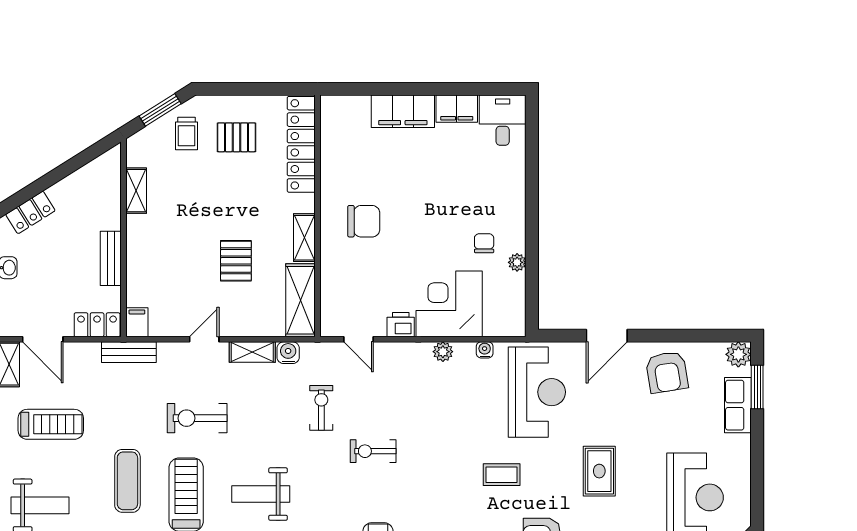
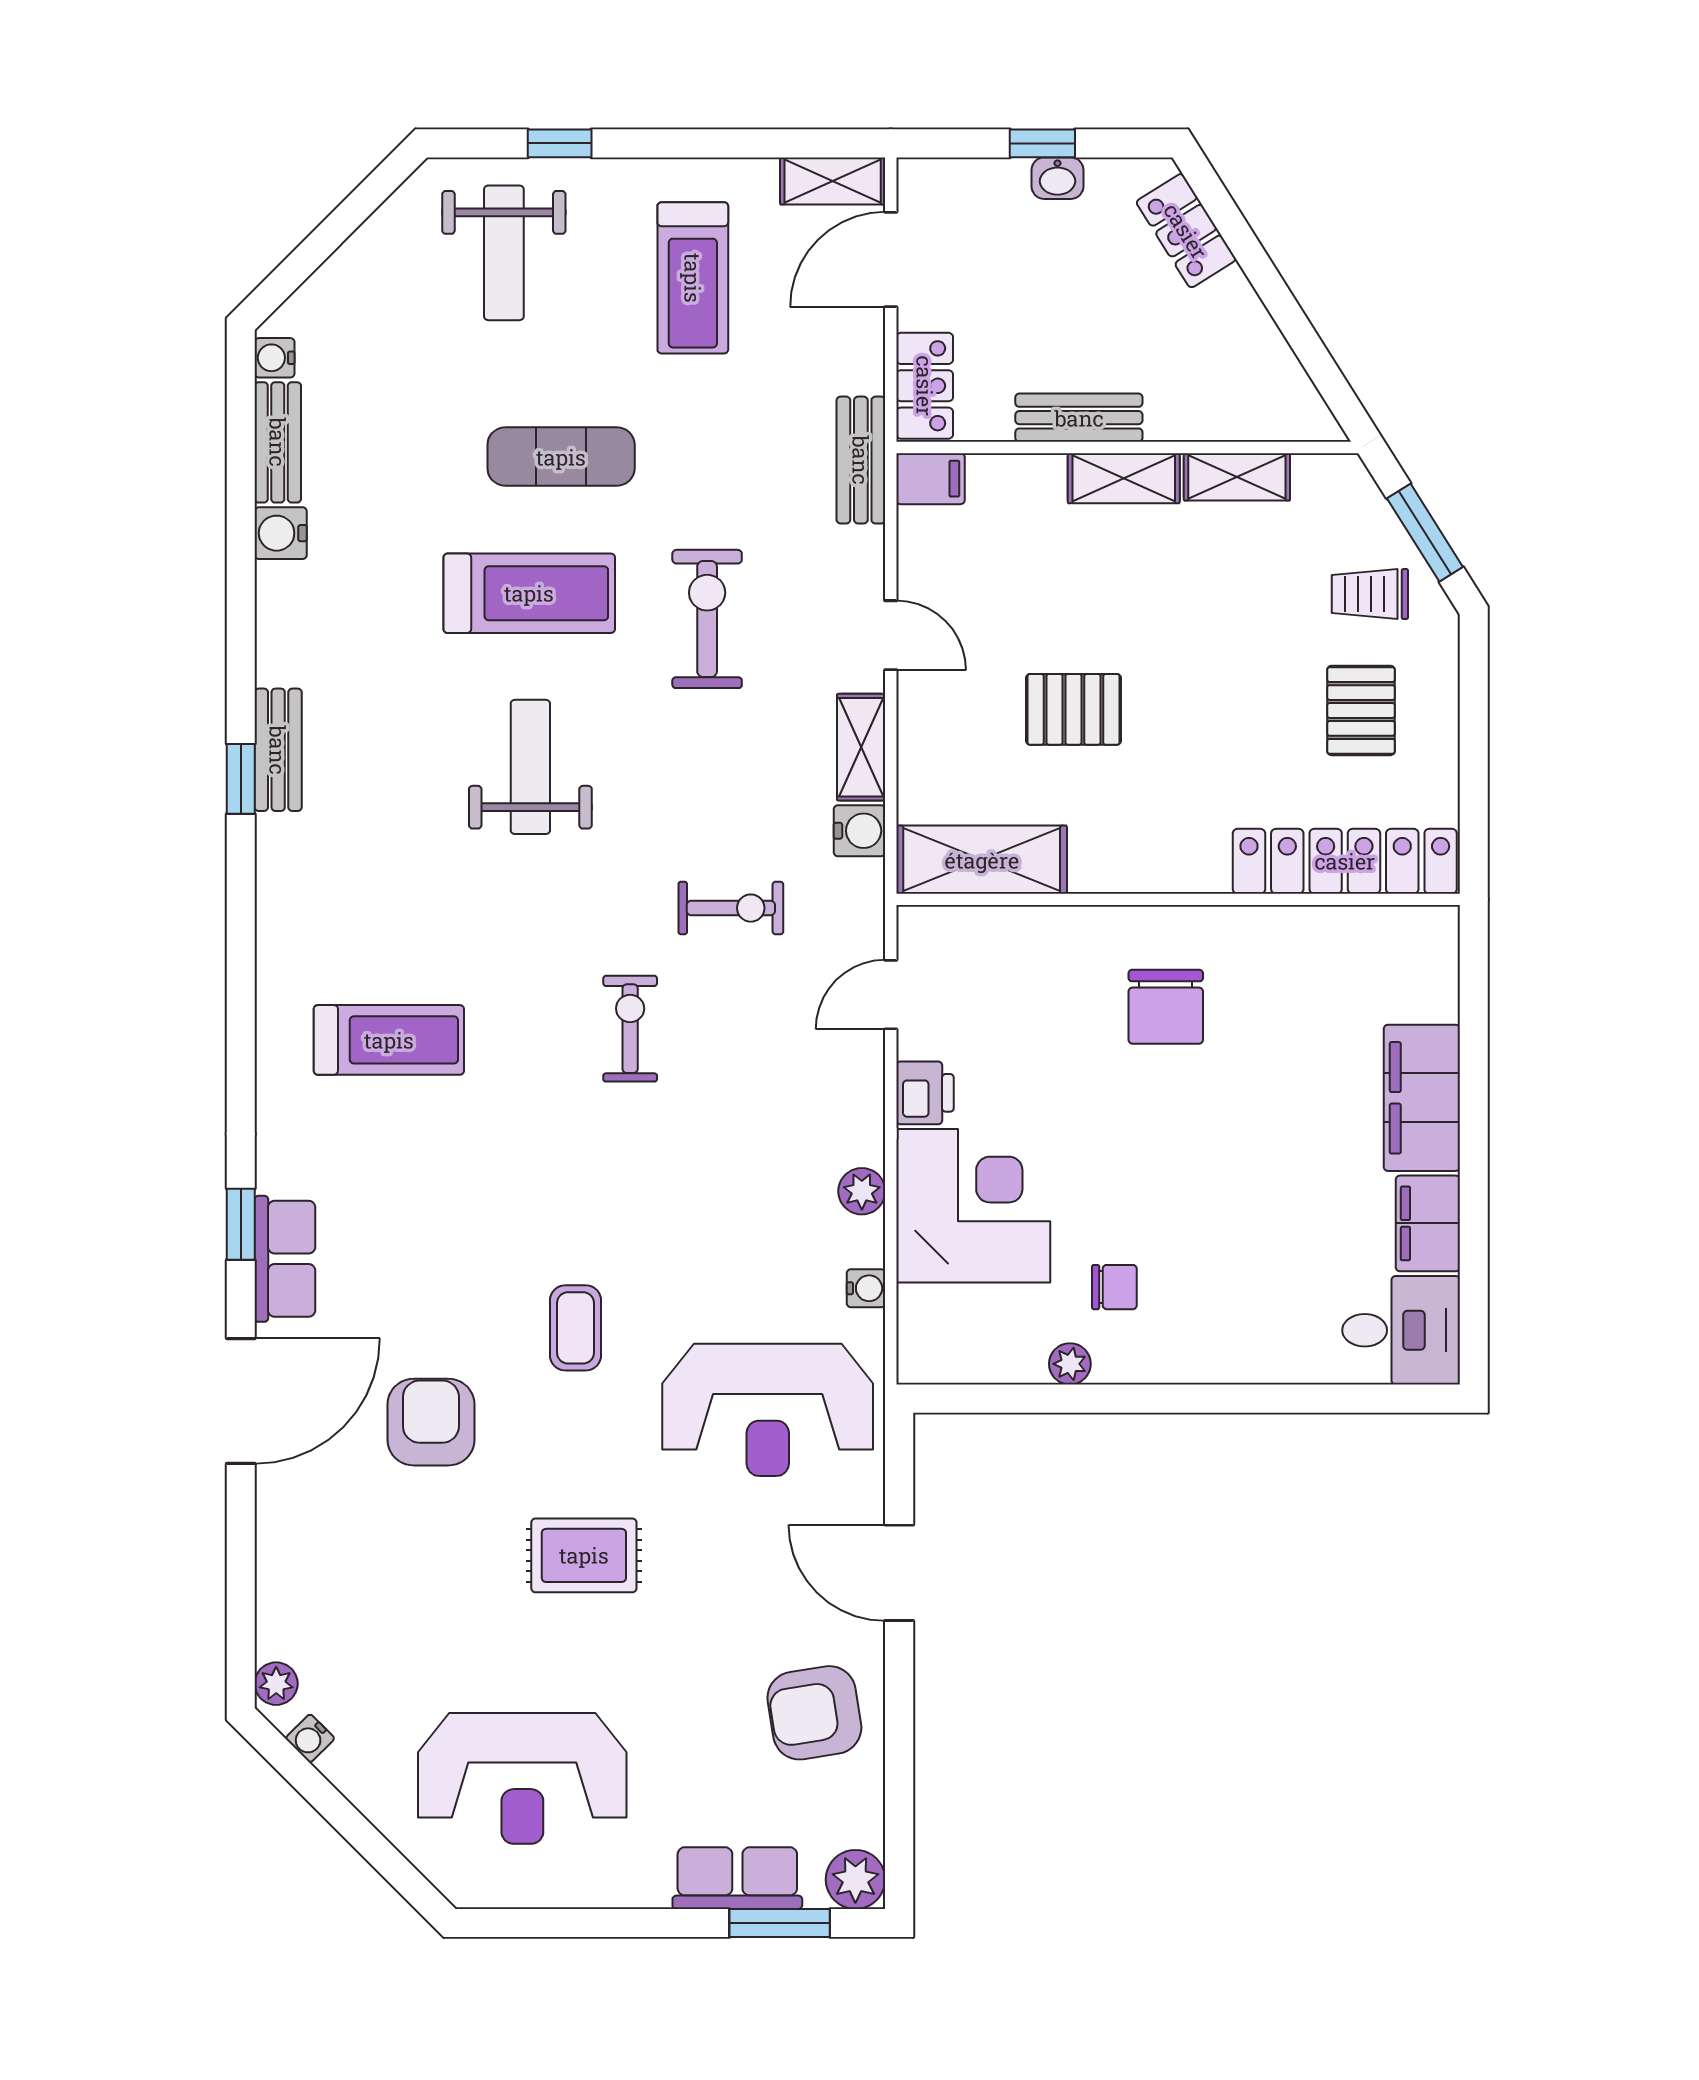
shelving: (304, 238) -> (1124, 478), moved

